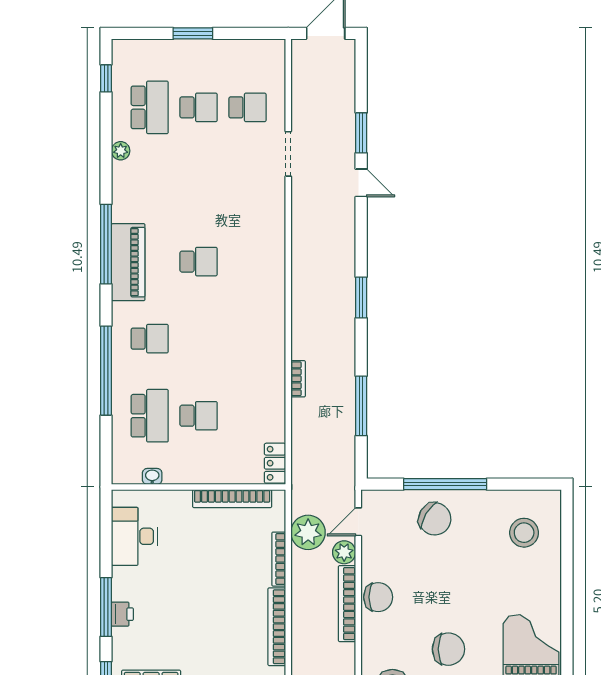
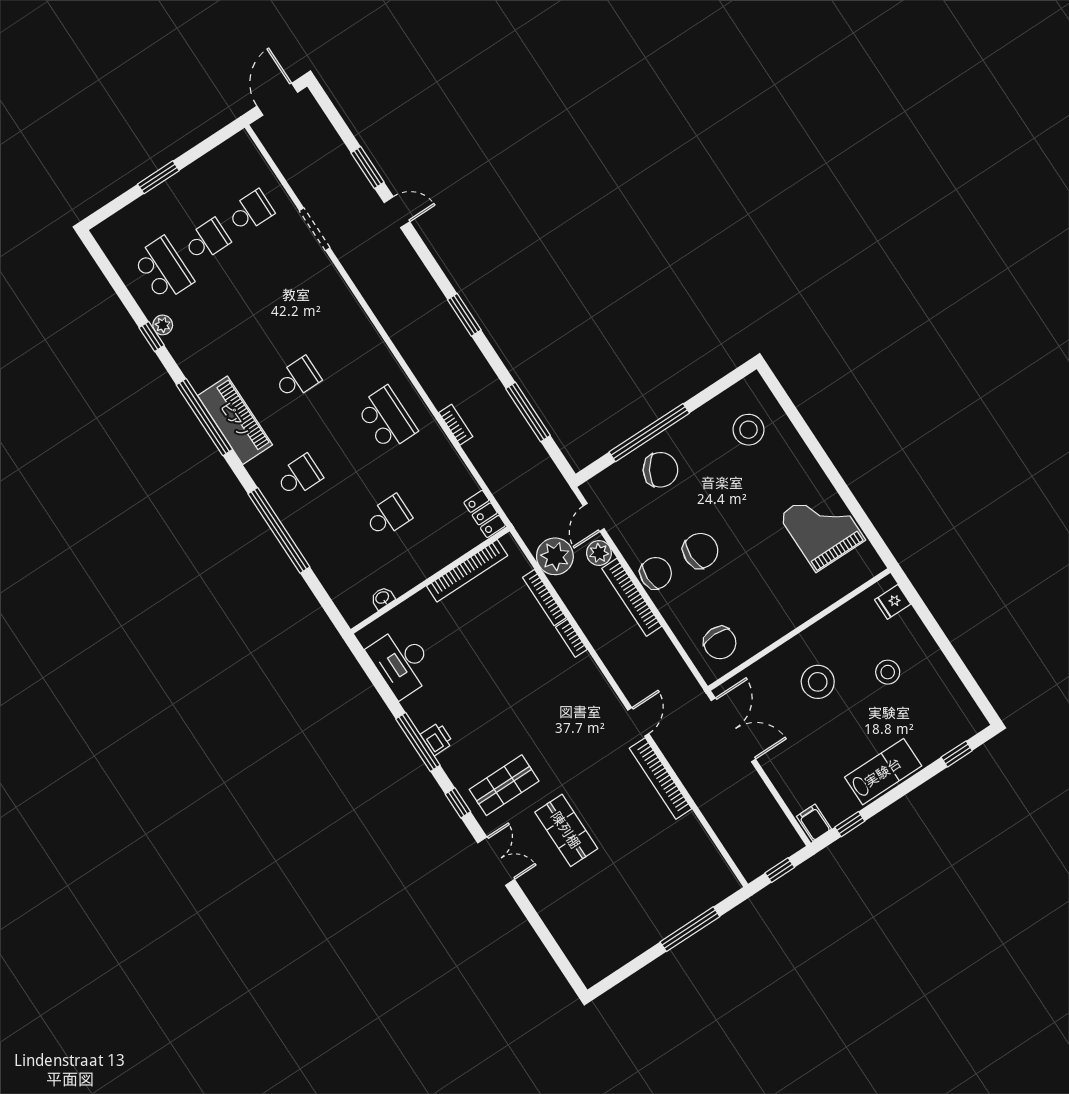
window: (106, 78) -> (152, 337), moved
school desk: (150, 416) -> (387, 419), moved
bookcase: (277, 627) -> (571, 638), width x0.43, depth x0.76
chair: (448, 649) -> (700, 551), moved

